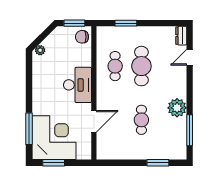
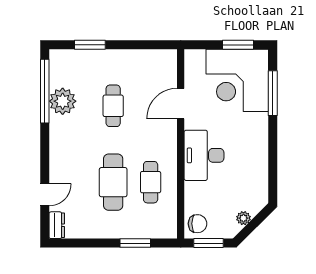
plant: (40, 50) -> (243, 218), moved
plant: (177, 108) -> (63, 101), moved
window: (190, 130) -> (45, 91), width x1.46

